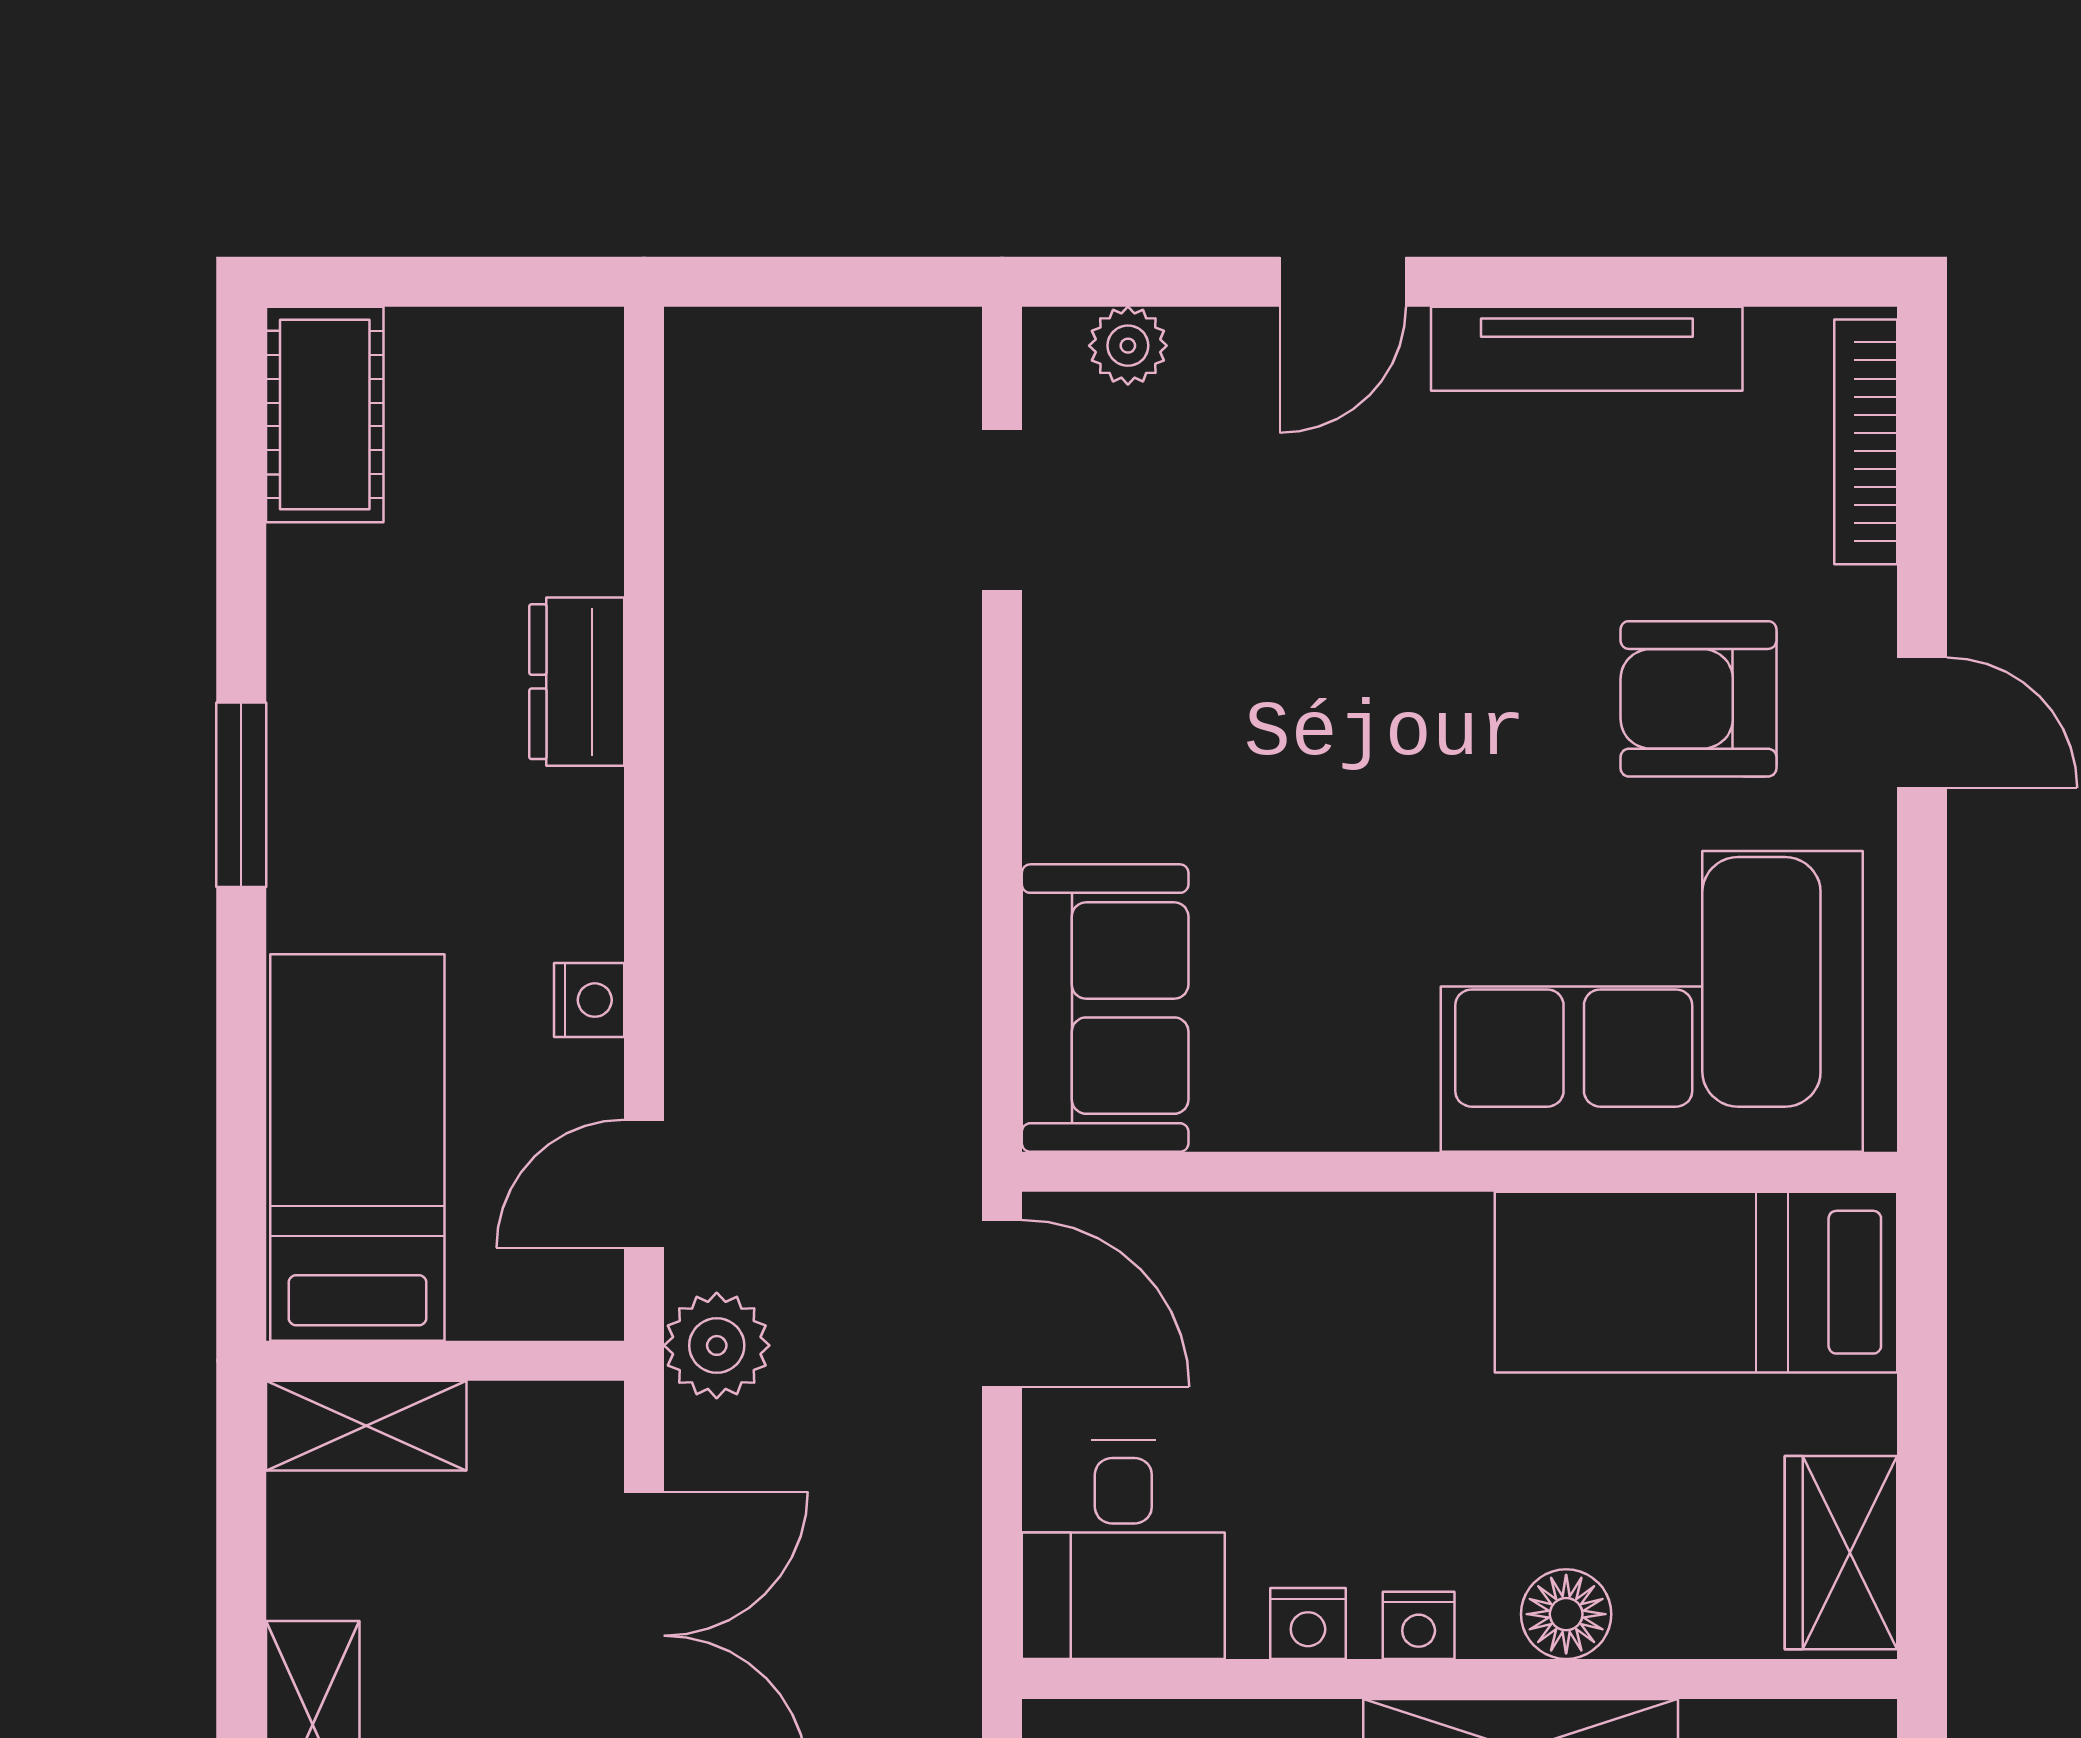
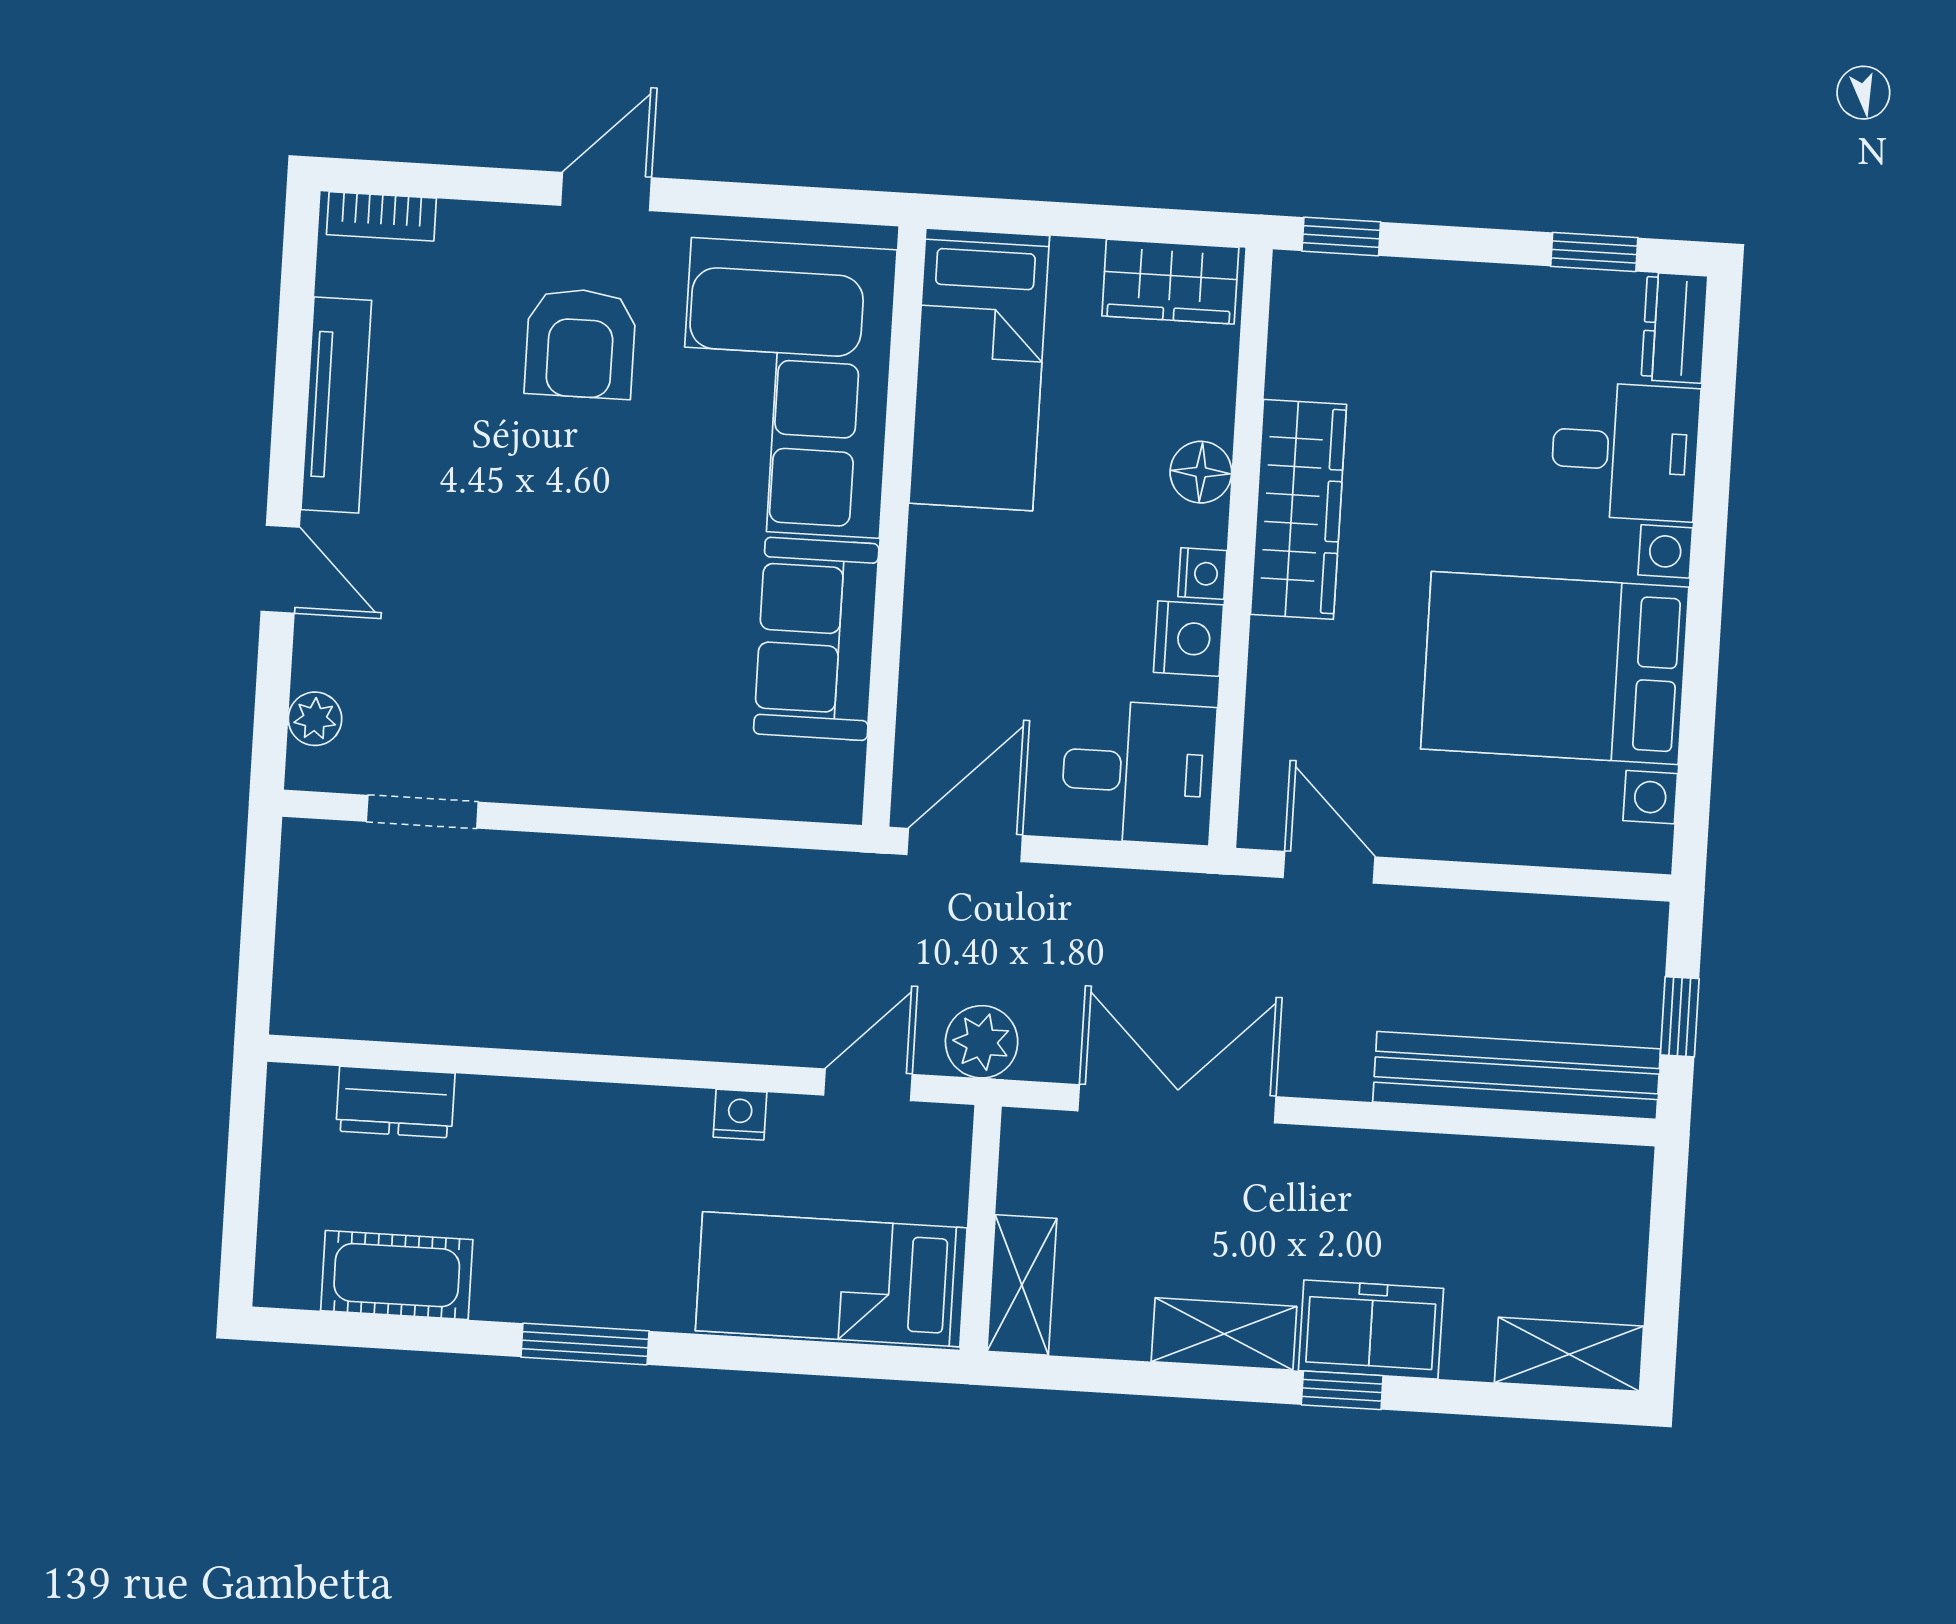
cot: (325, 415) -> (397, 1275), moved
bookcase: (1866, 442) -> (381, 216), width x0.64
dresser: (577, 682) -> (395, 1102), moved
sofa: (1105, 1008) -> (816, 639), moved, turned -90
door: (644, 1184) -> (868, 1085), swing flipped
nightstand: (1308, 1624) -> (1189, 639), width x1.39, depth x1.35

